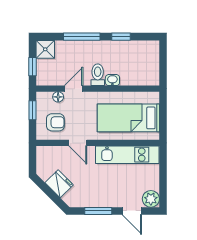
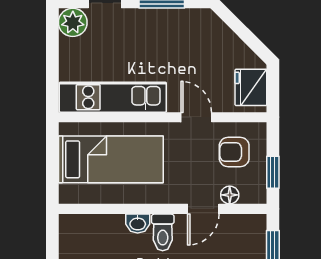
fridge: (59, 184) -> (251, 87), moved, turned 45

